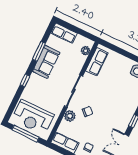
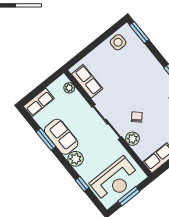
window: (25, 80) -> (82, 184), moved
plant: (35, 80) -> (76, 159), added
window: (26, 133) -> (129, 196), width x0.69

